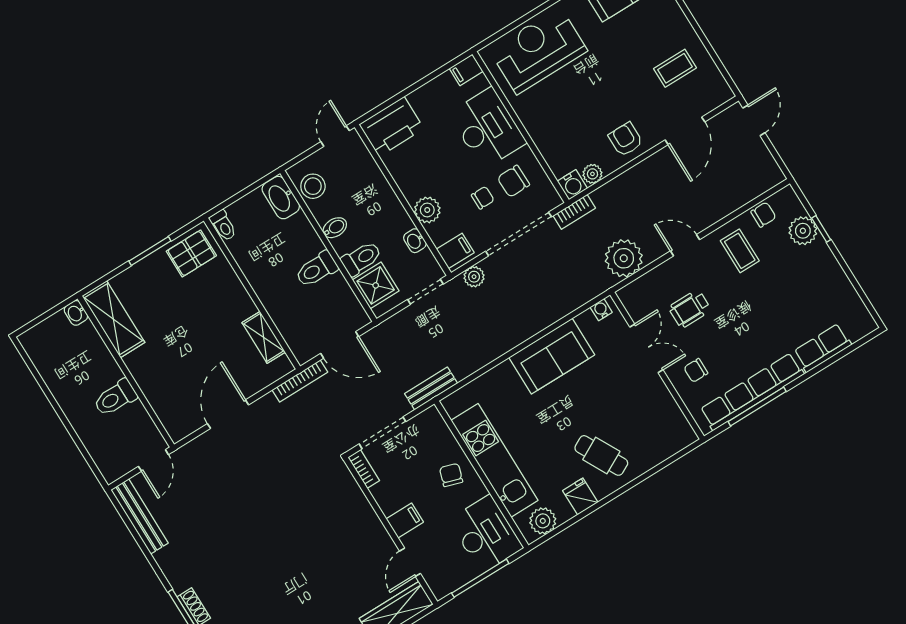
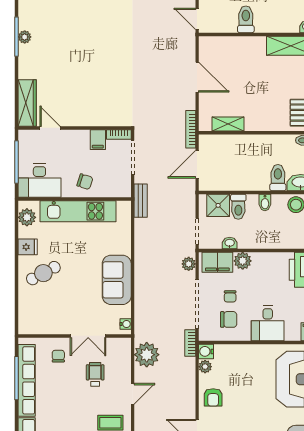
desk: (487, 128) -> (268, 323), width x0.73
armchair: (626, 139) -> (213, 397), turned 90
chair: (513, 181) -> (229, 319), turned 91
filing cabinet: (455, 251) -> (217, 262), width x2.00
toilet: (317, 269) -> (278, 178), moved
filing cabinet: (405, 520) -> (98, 140), moved

